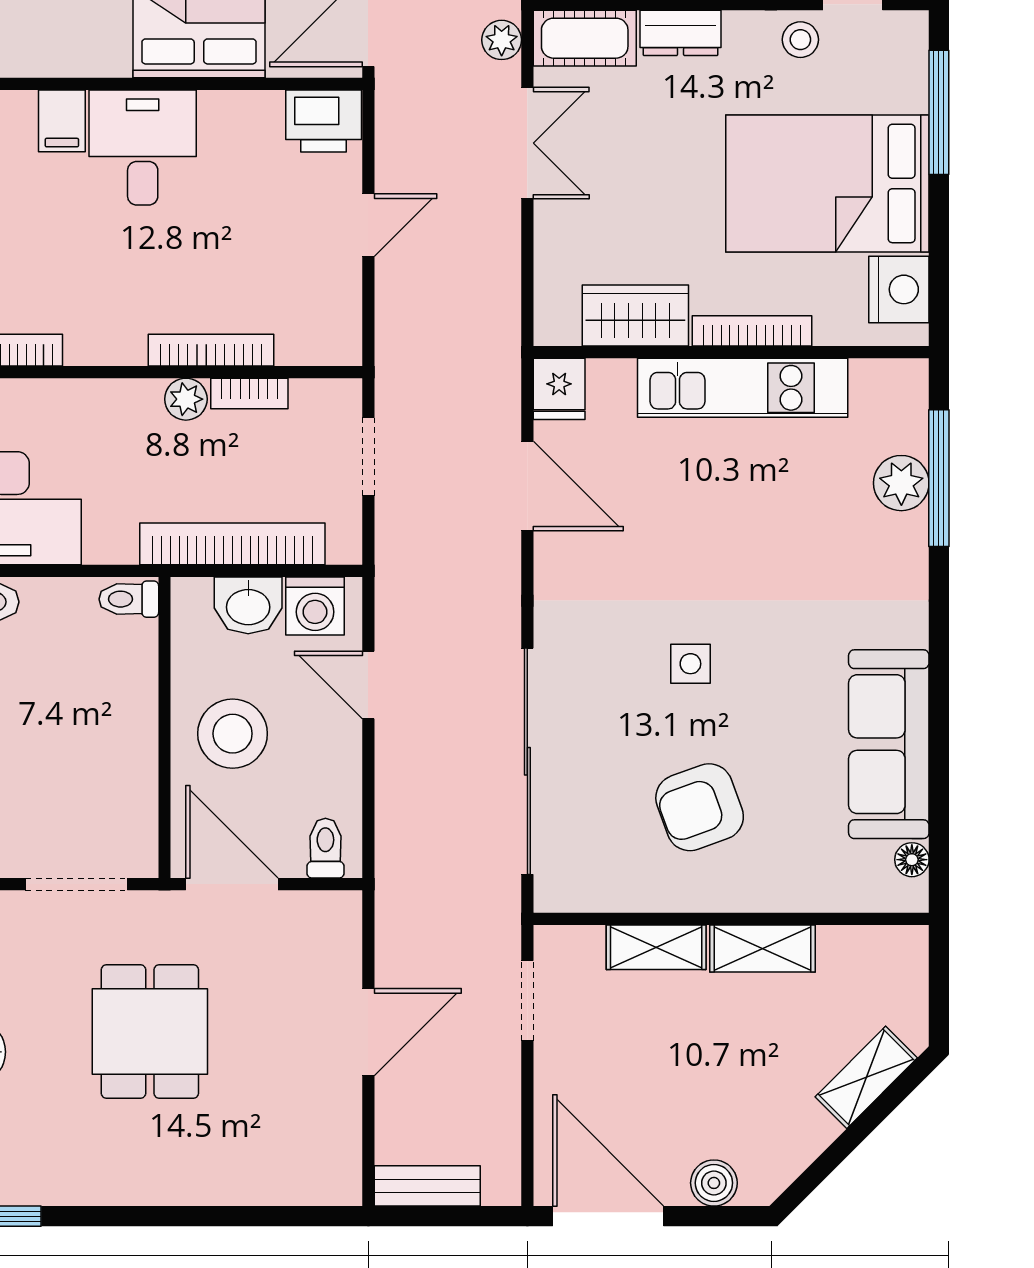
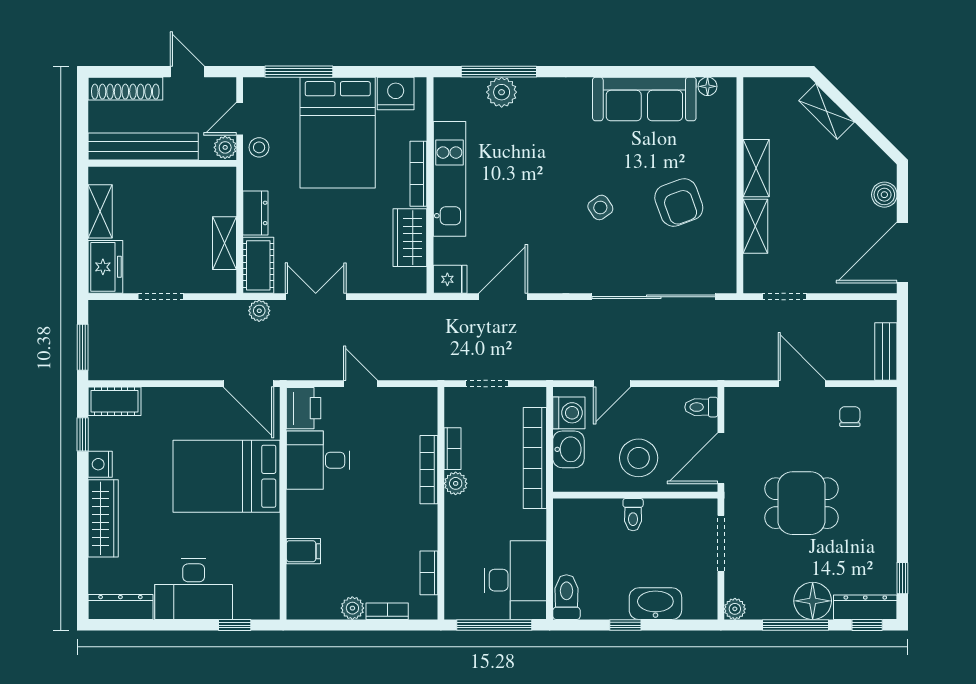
desk: (143, 147) -> (318, 460), moved
toilet: (129, 599) -> (633, 515), moved
side table: (690, 664) -> (600, 207), turned -34
chair: (308, 1120) -> (850, 417), added

